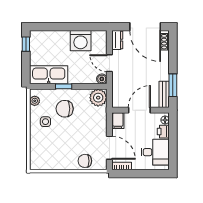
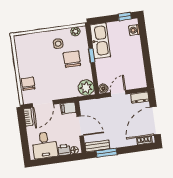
washing machine: (81, 41) -> (134, 30), moved, width x0.53, depth x0.53

